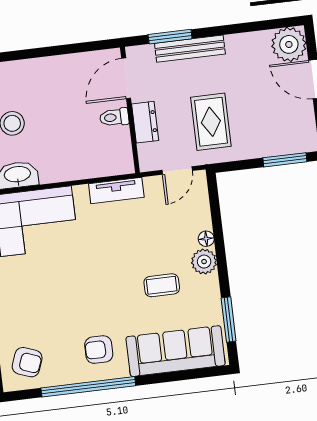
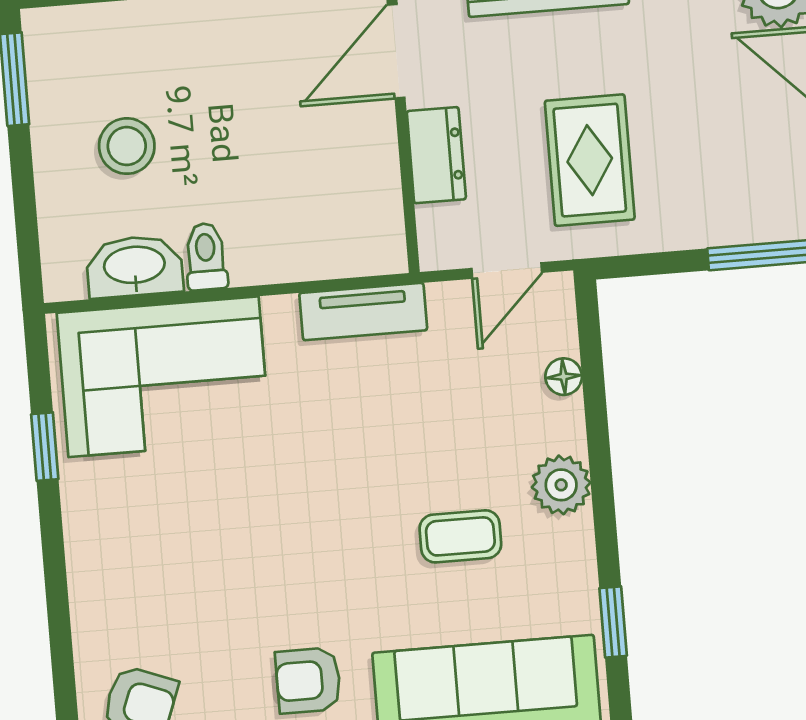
toilet: (114, 117) -> (206, 257), moved, turned 90
floor lamp: (206, 239) -> (564, 377), moved
window: (229, 319) -> (613, 622), width x0.67

